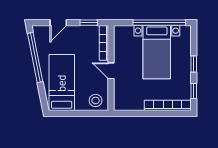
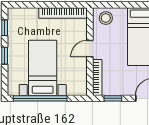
door: (111, 71) -> (90, 49), swing flipped
bookcase: (168, 105) -> (63, 13), moved

